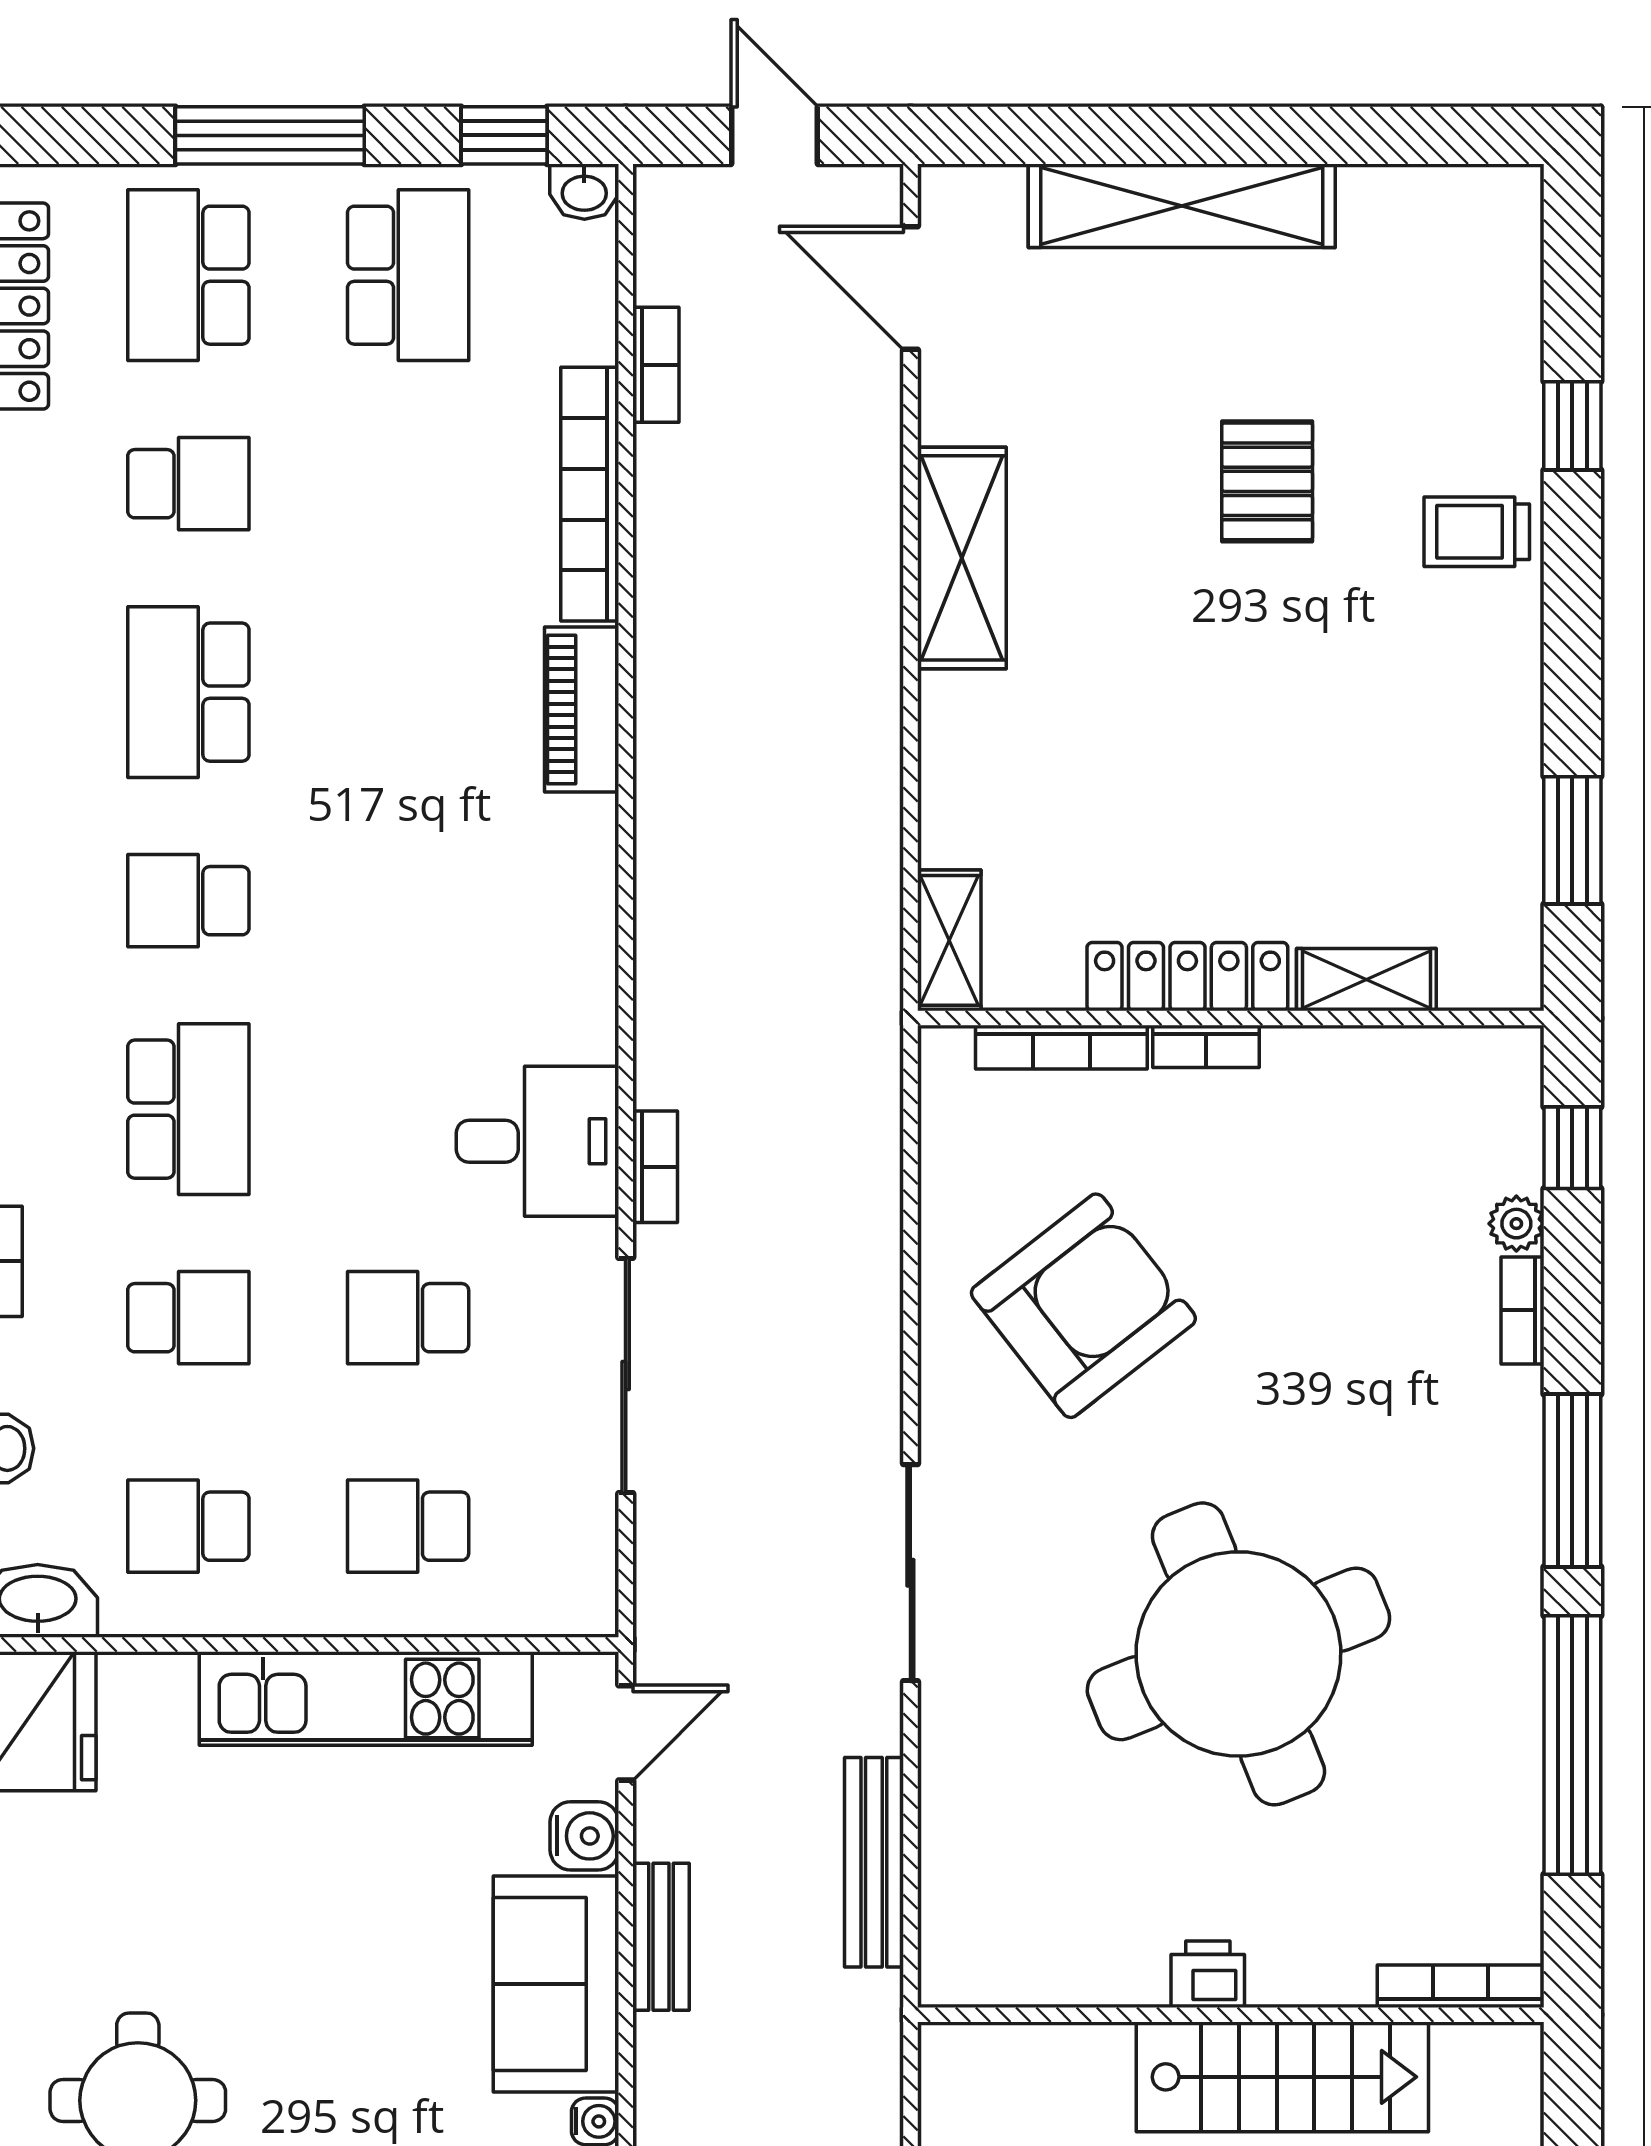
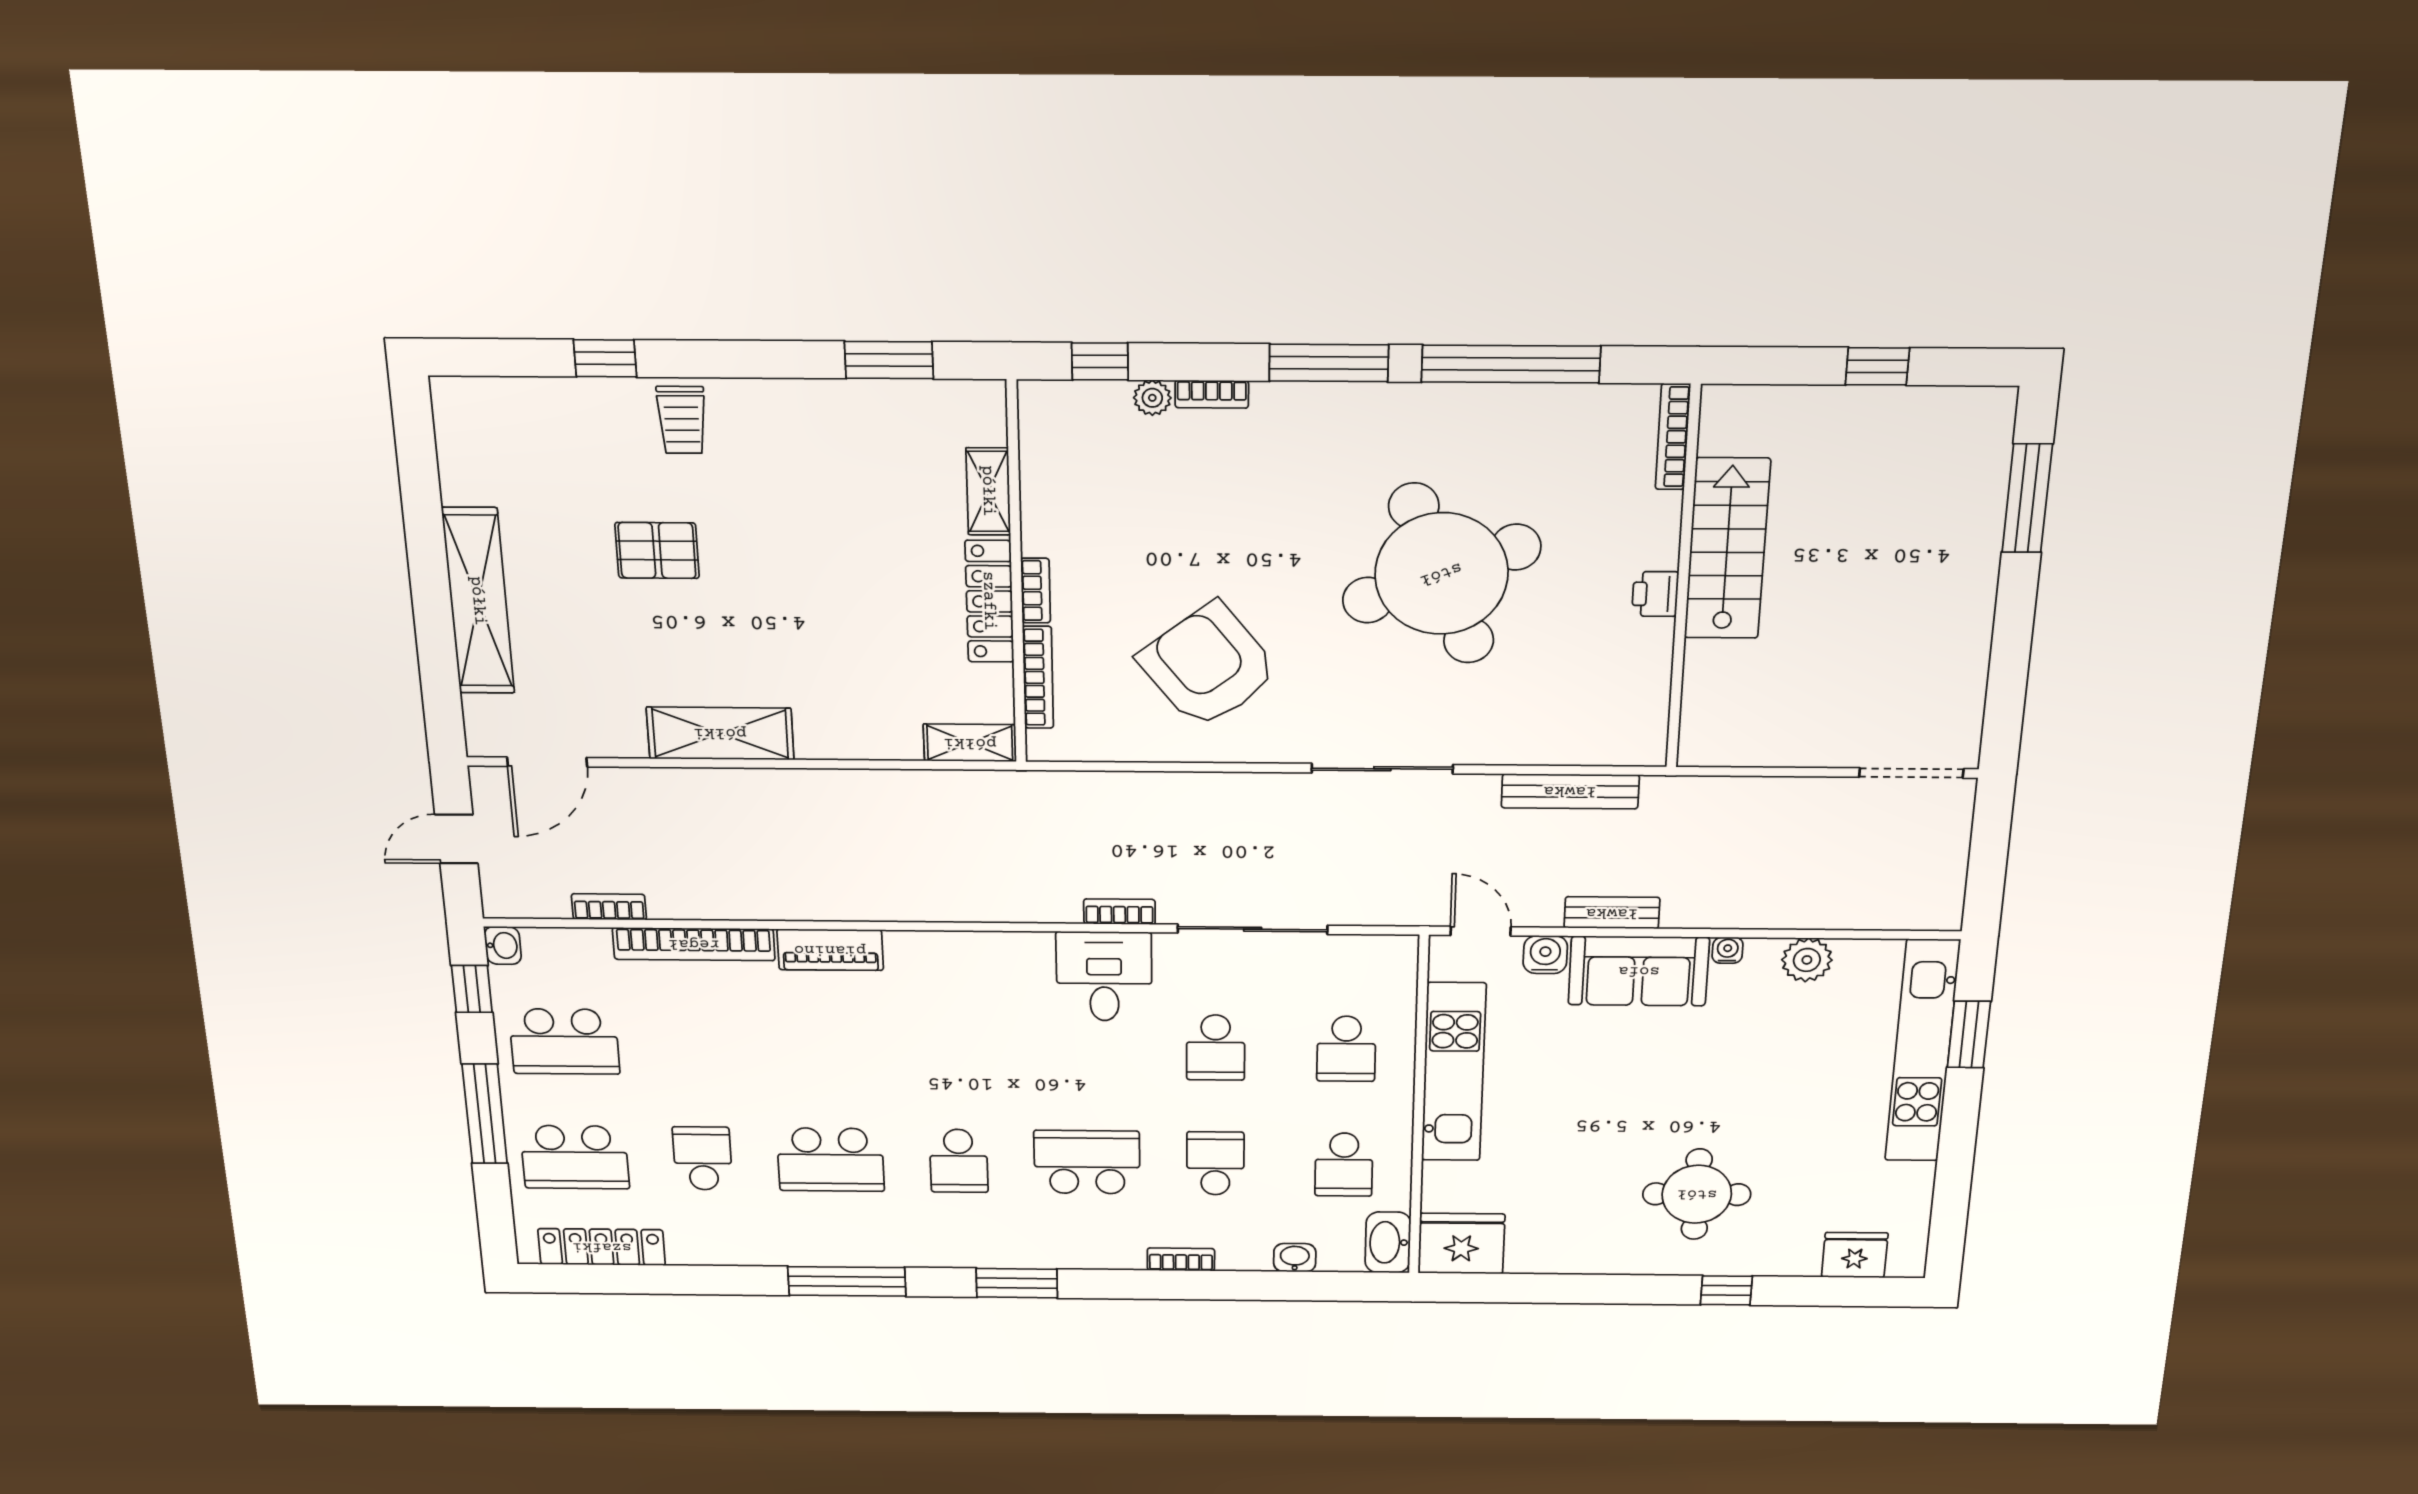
school desk: (408, 275) -> (564, 1042), turned 180

